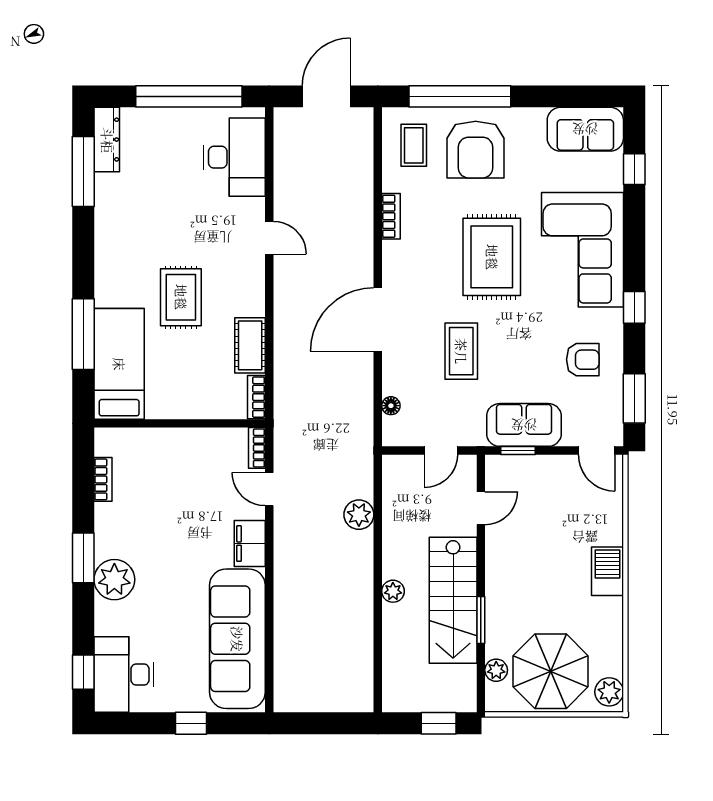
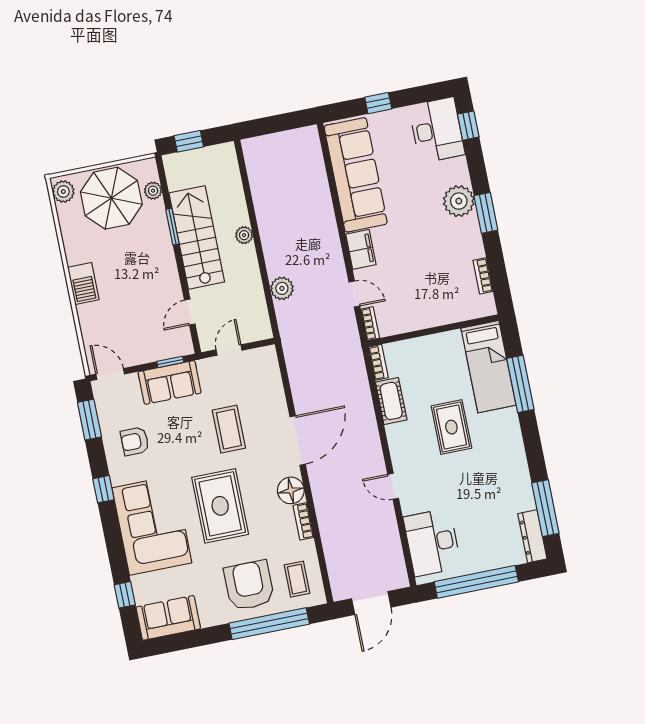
floor lamp: (391, 406) -> (291, 490), moved, width x1.89, depth x1.89

